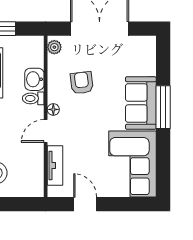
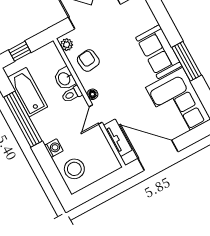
armchair: (82, 83) -> (88, 61), moved
window: (163, 107) -> (187, 61), moved
door: (85, 204) -> (158, 155), width x1.88

